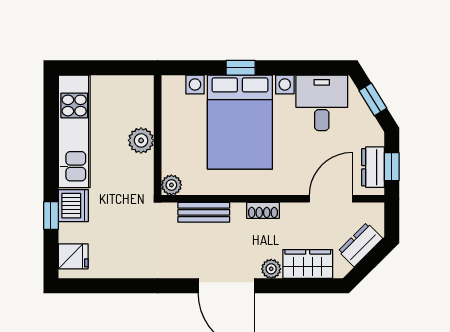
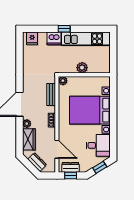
window: (241, 68) -> (113, 110), removed
window: (51, 215) -> (64, 29), moved

